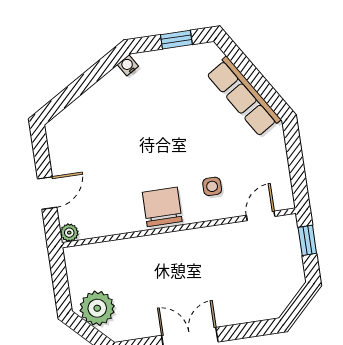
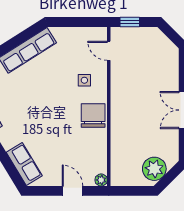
row of seats: (76, 116) -> (24, 164), added
chair: (162, 207) -> (93, 115), turned 90

